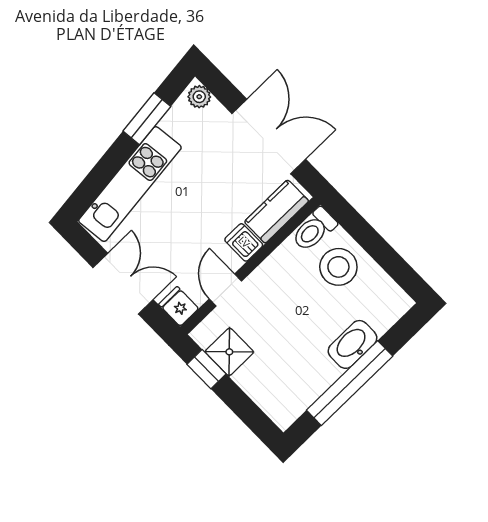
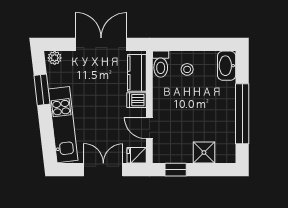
stool: (338, 267) -> (187, 69), width x0.53, depth x0.53
washbasin: (352, 344) -> (227, 66), moved
shower: (229, 352) -> (204, 153), moved

